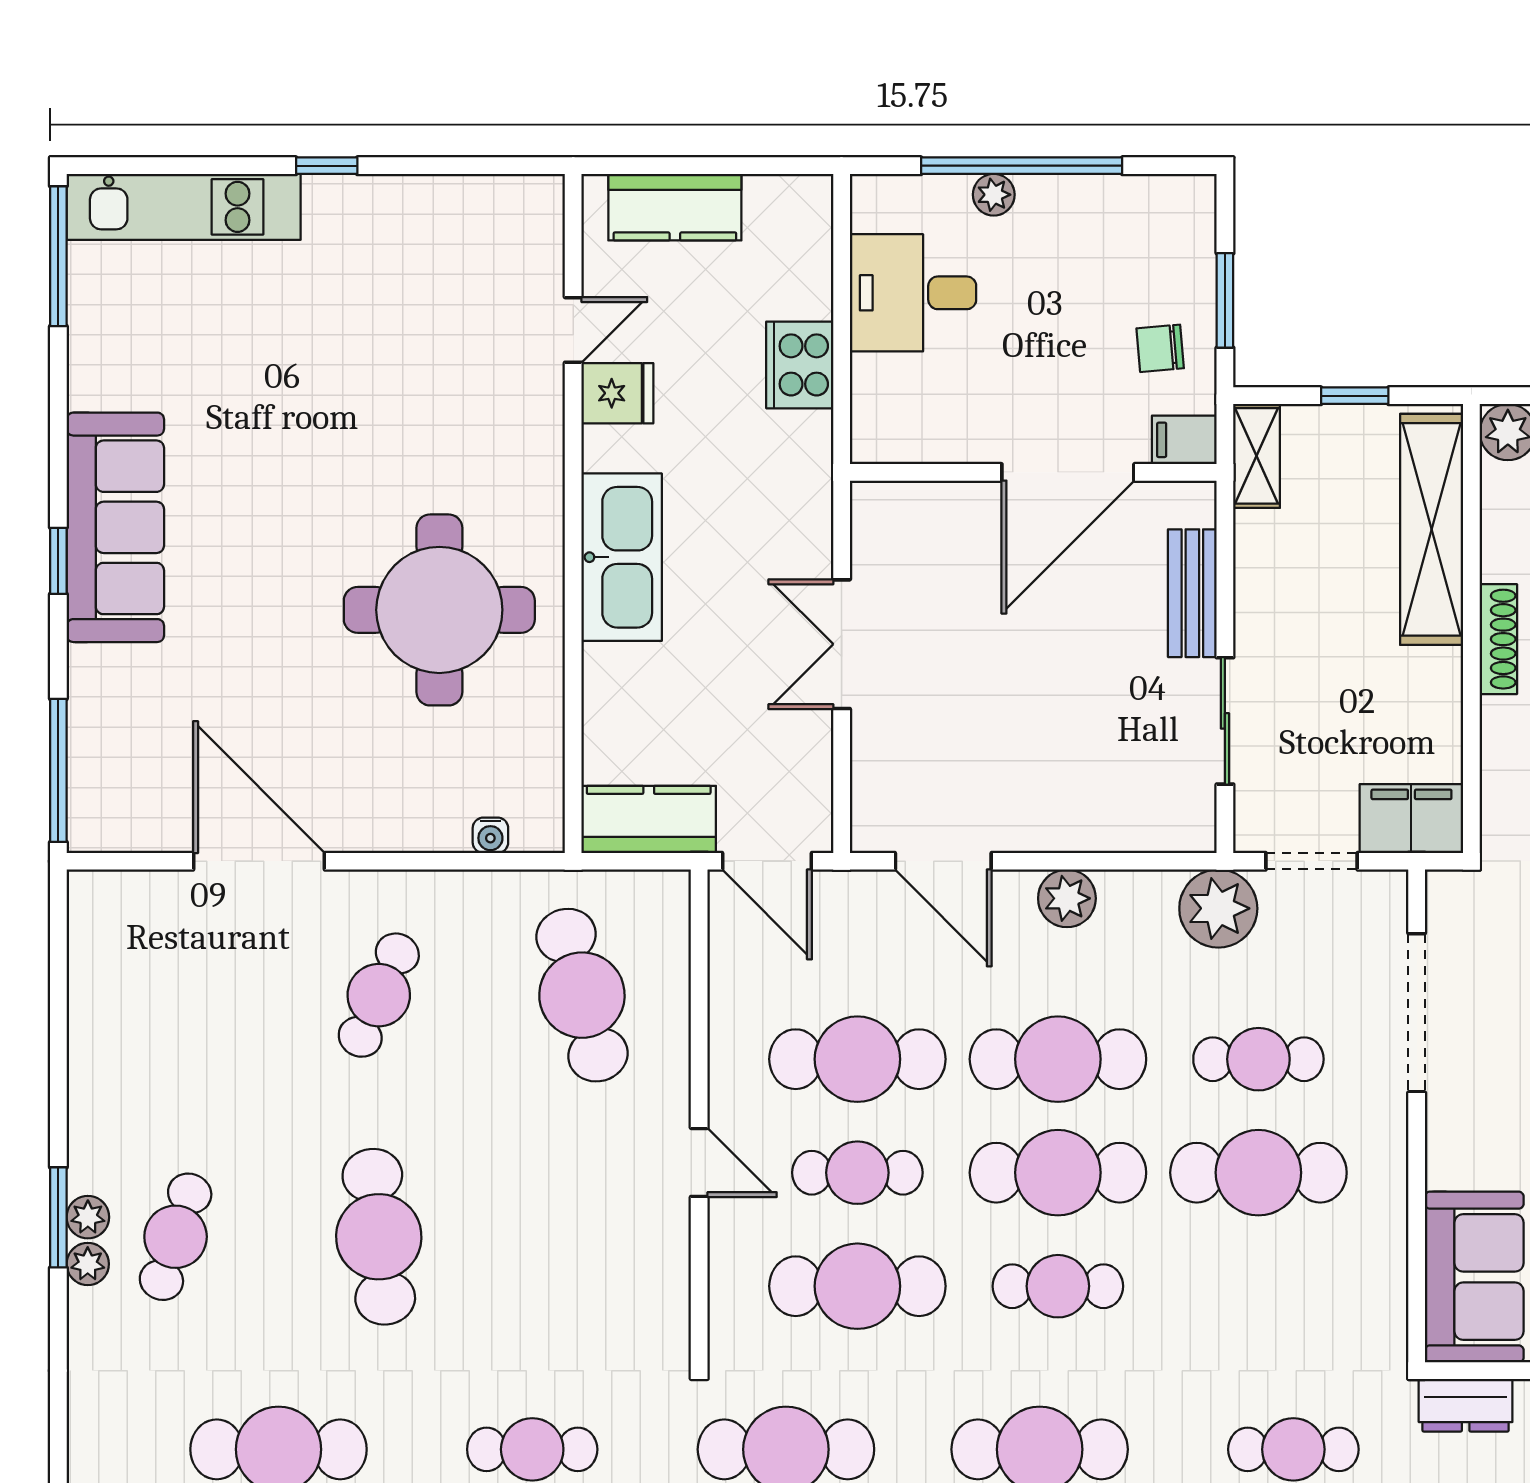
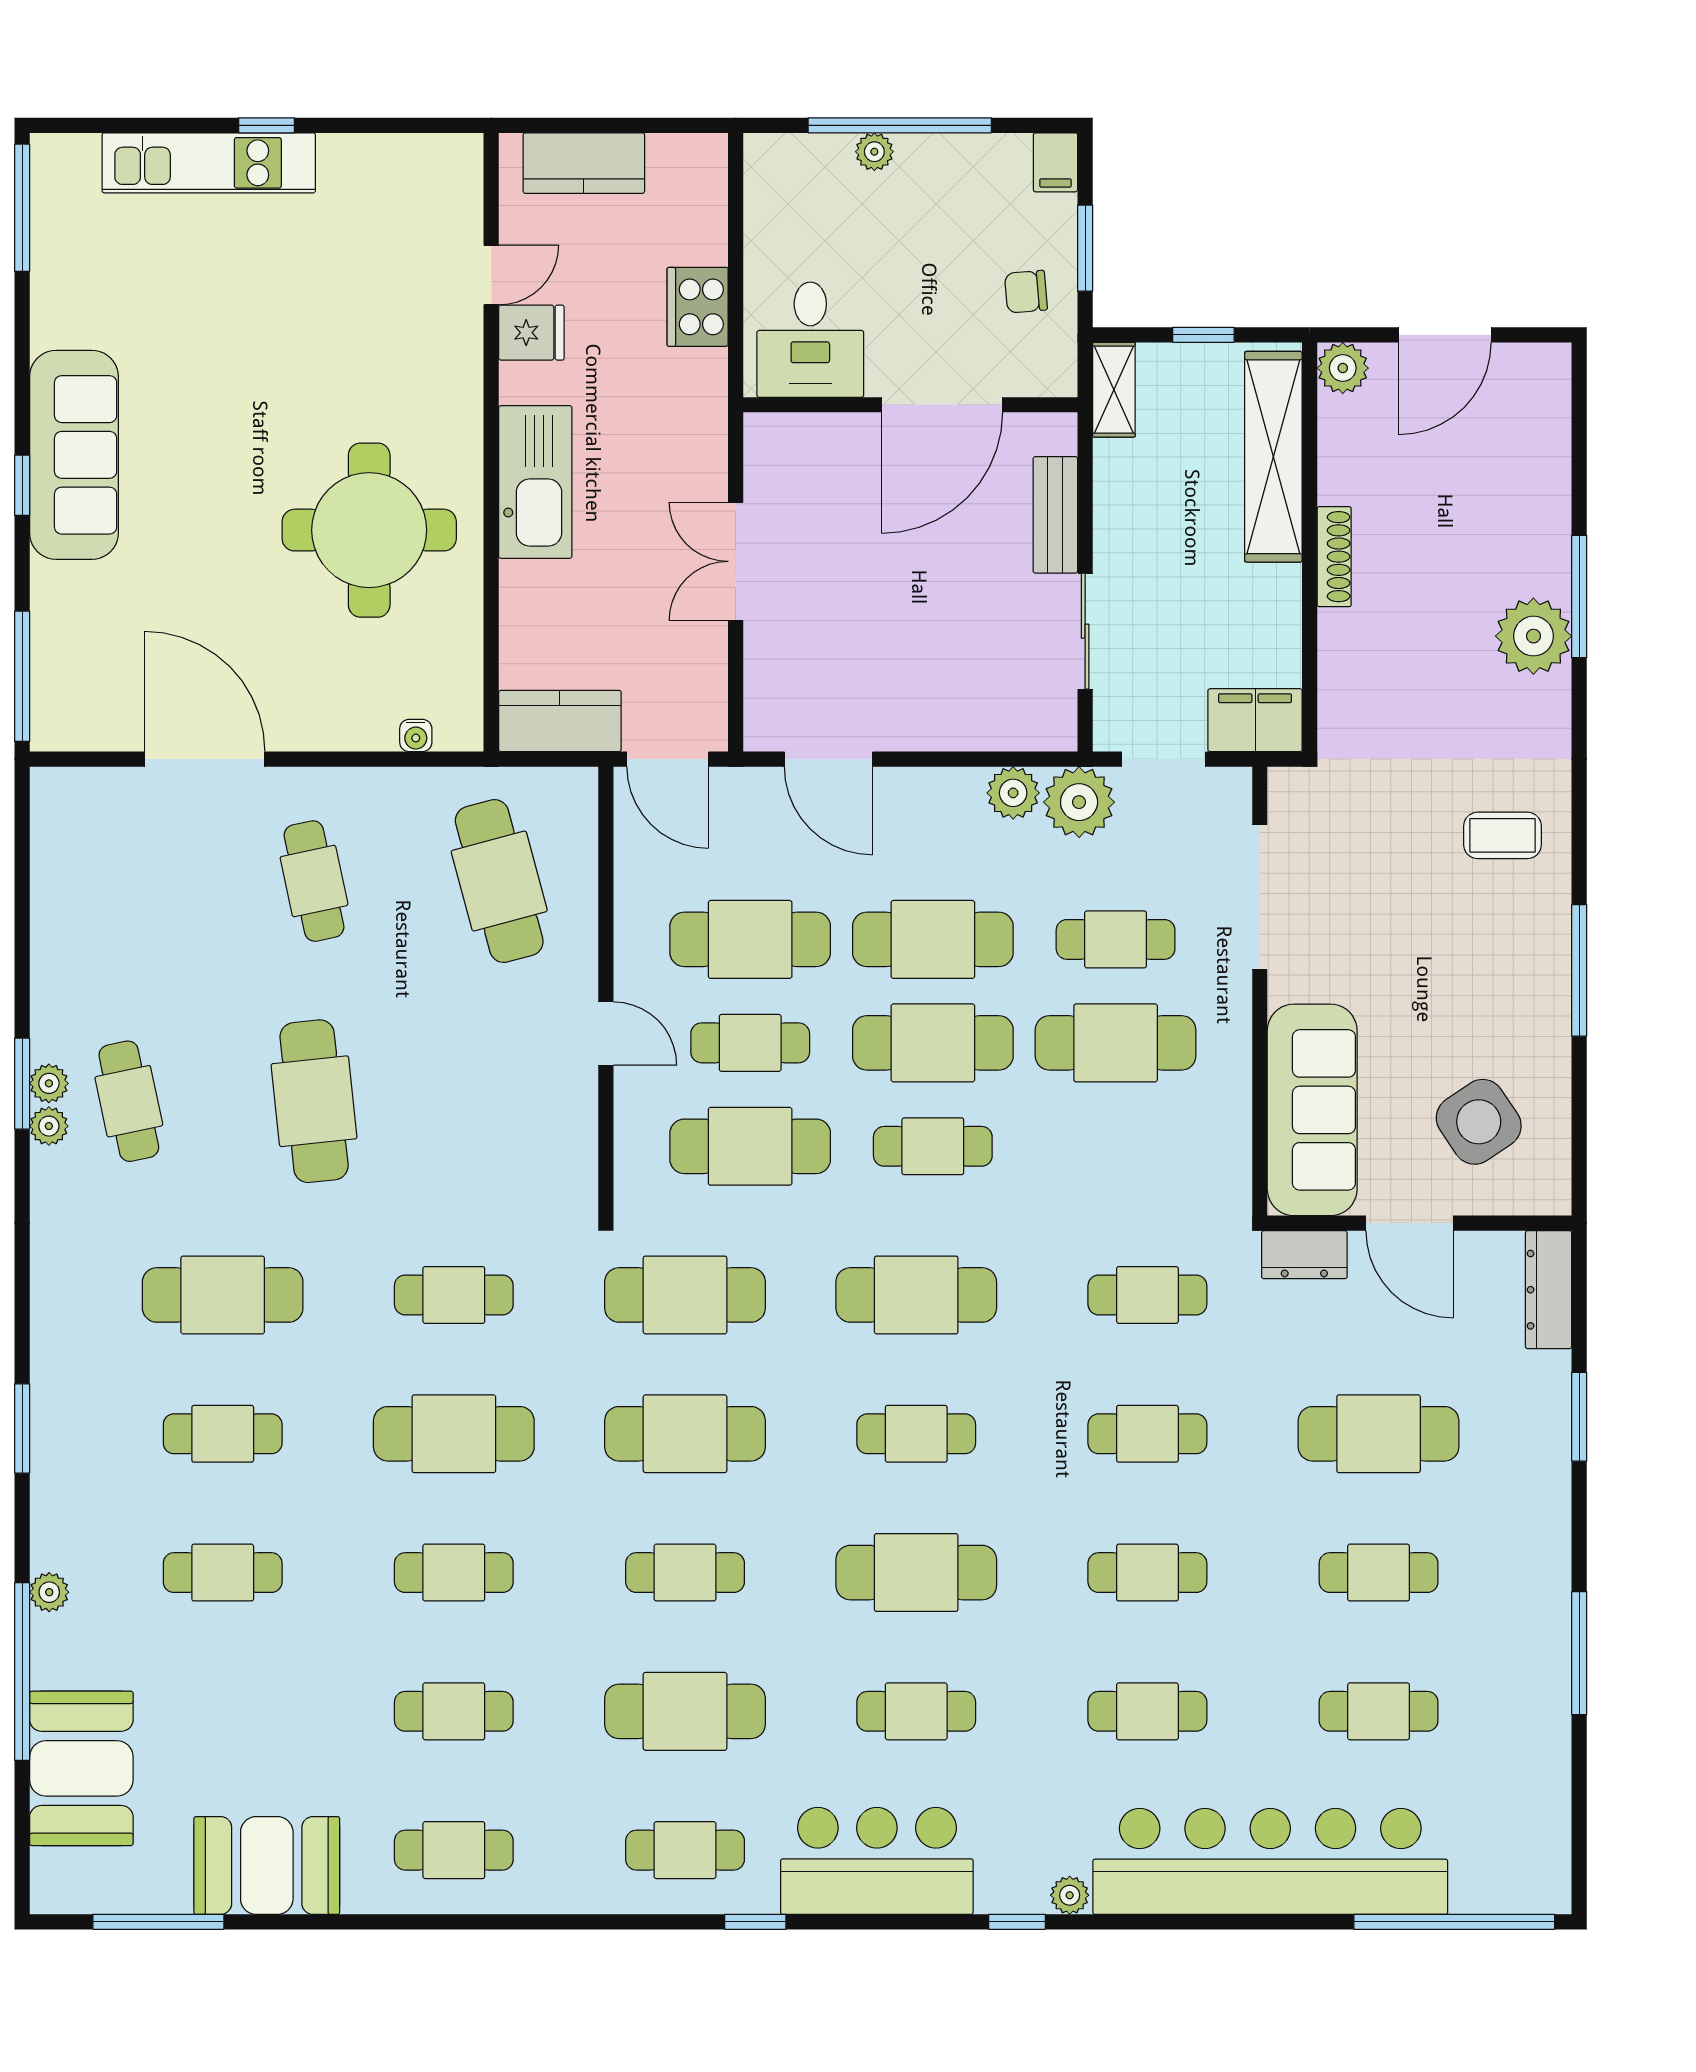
kitchen unit: (184, 207) -> (209, 163), moved
desk: (913, 293) -> (810, 340), moved, turned -90
filing cabinet: (1184, 440) -> (1055, 162), moved, turned -90
plant: (1067, 898) -> (1013, 793), moved
cafe table: (379, 995) -> (314, 881), turned -36
cafe table: (176, 1237) -> (129, 1101), turned -30
sofa: (1474, 1277) -> (1312, 1110), width x1.36

